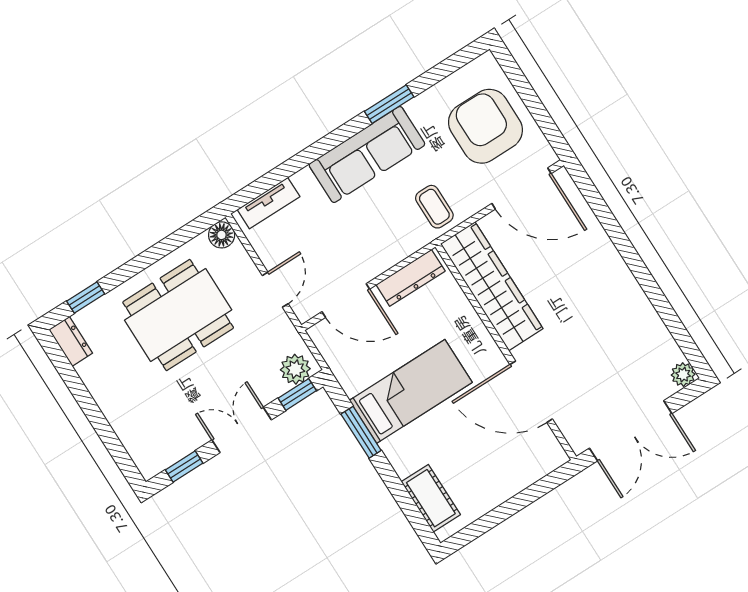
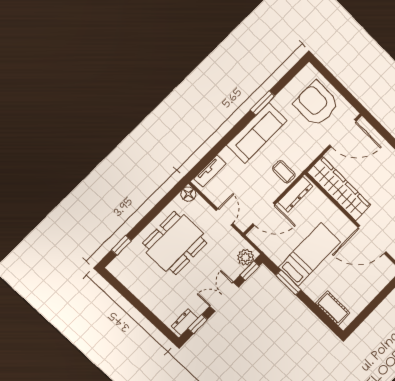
coffee table: (434, 207) -> (284, 172), moved
dresser: (71, 341) -> (185, 322), moved, turned -90

